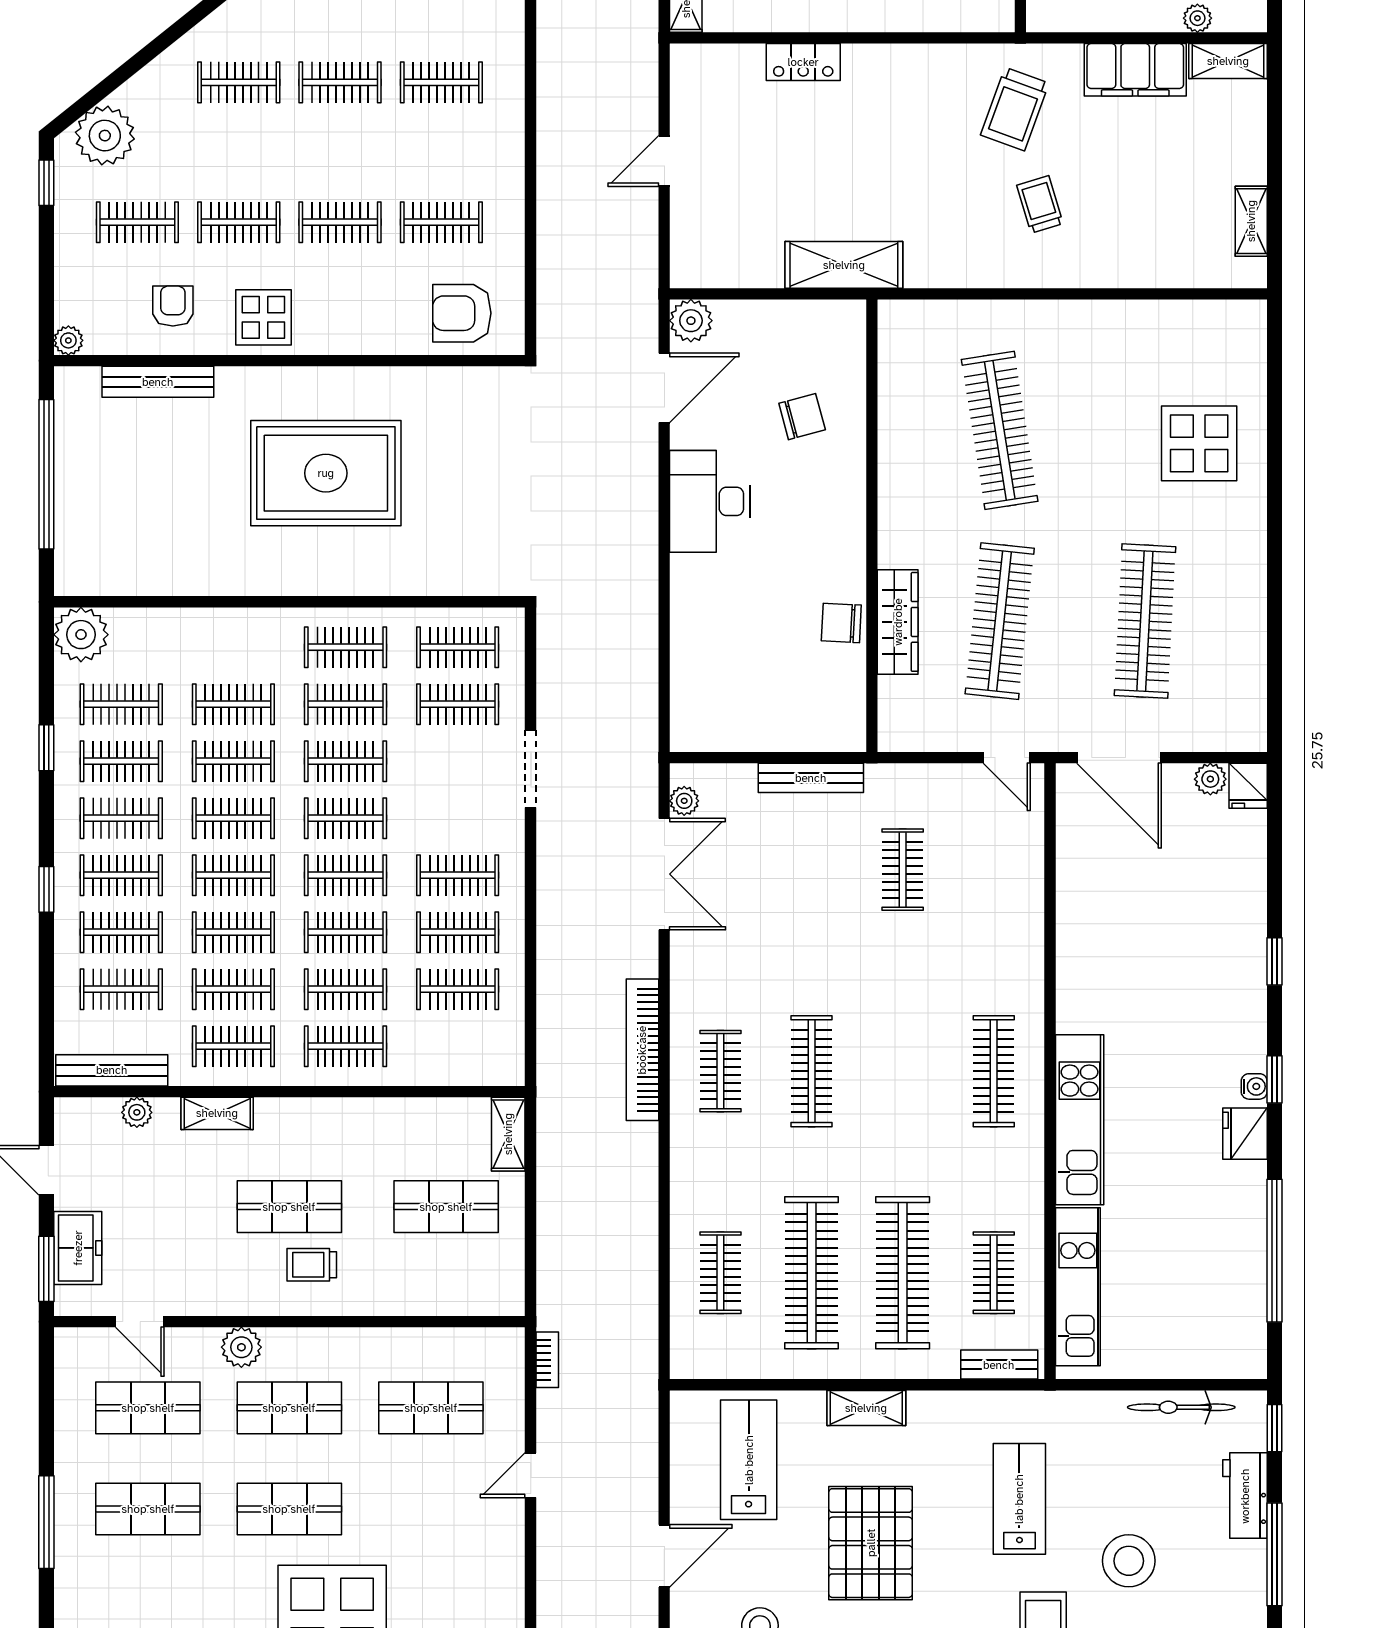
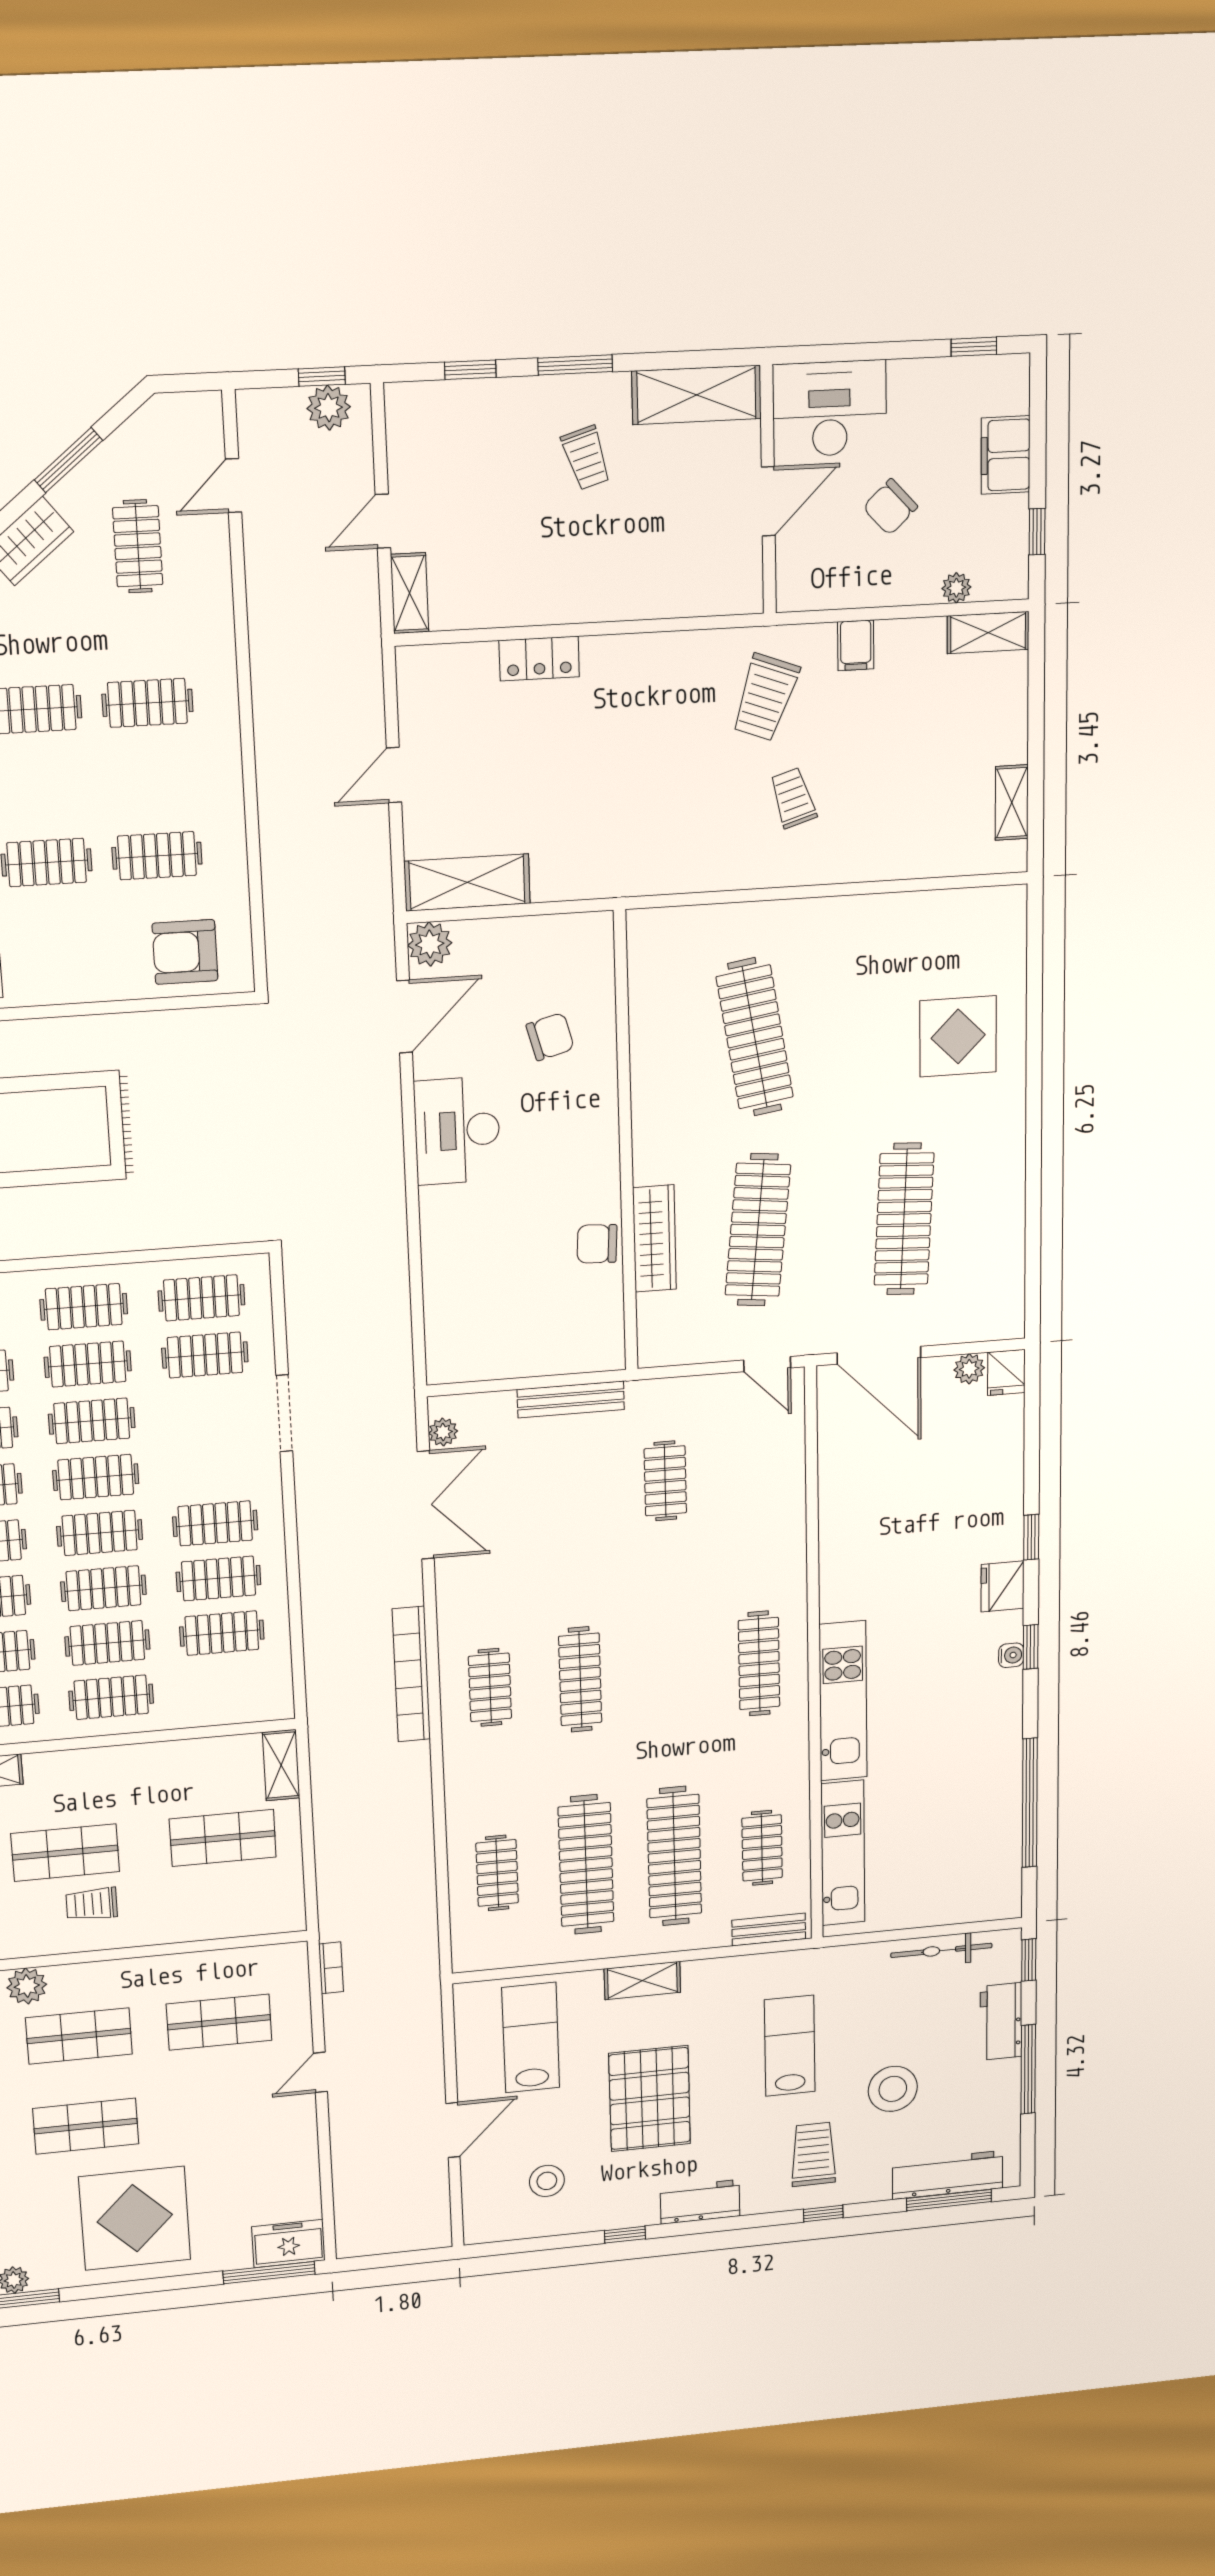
filing cabinet: (1135, 70) -> (856, 645), width x0.33, depth x0.86
shelving: (844, 265) -> (467, 882), moved
fridge: (1245, 1134) -> (1003, 1587), moved

